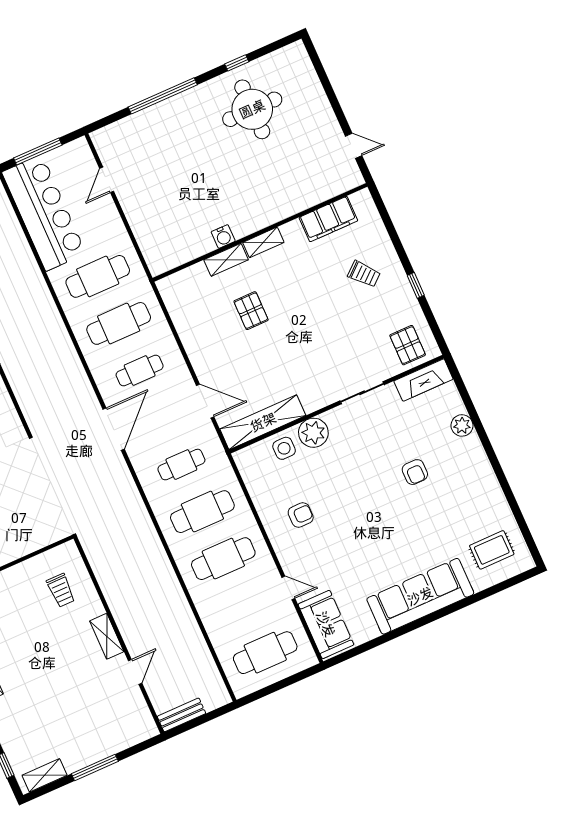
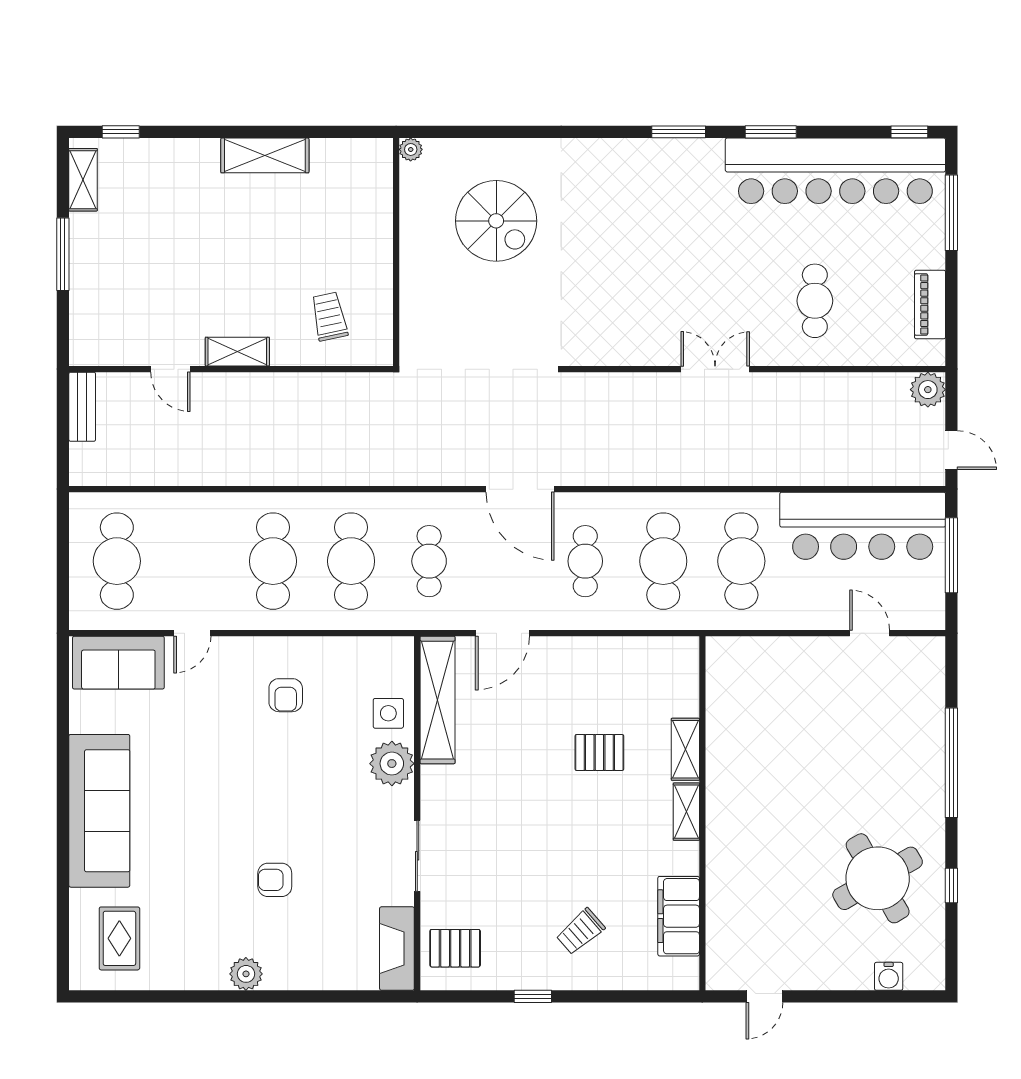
round table: (252, 109) -> (878, 878), turned -30
water cooler: (223, 236) -> (889, 976), moved, turned -90
plant: (462, 425) -> (246, 974), moved
trolley: (61, 590) -> (329, 317), turned 78

